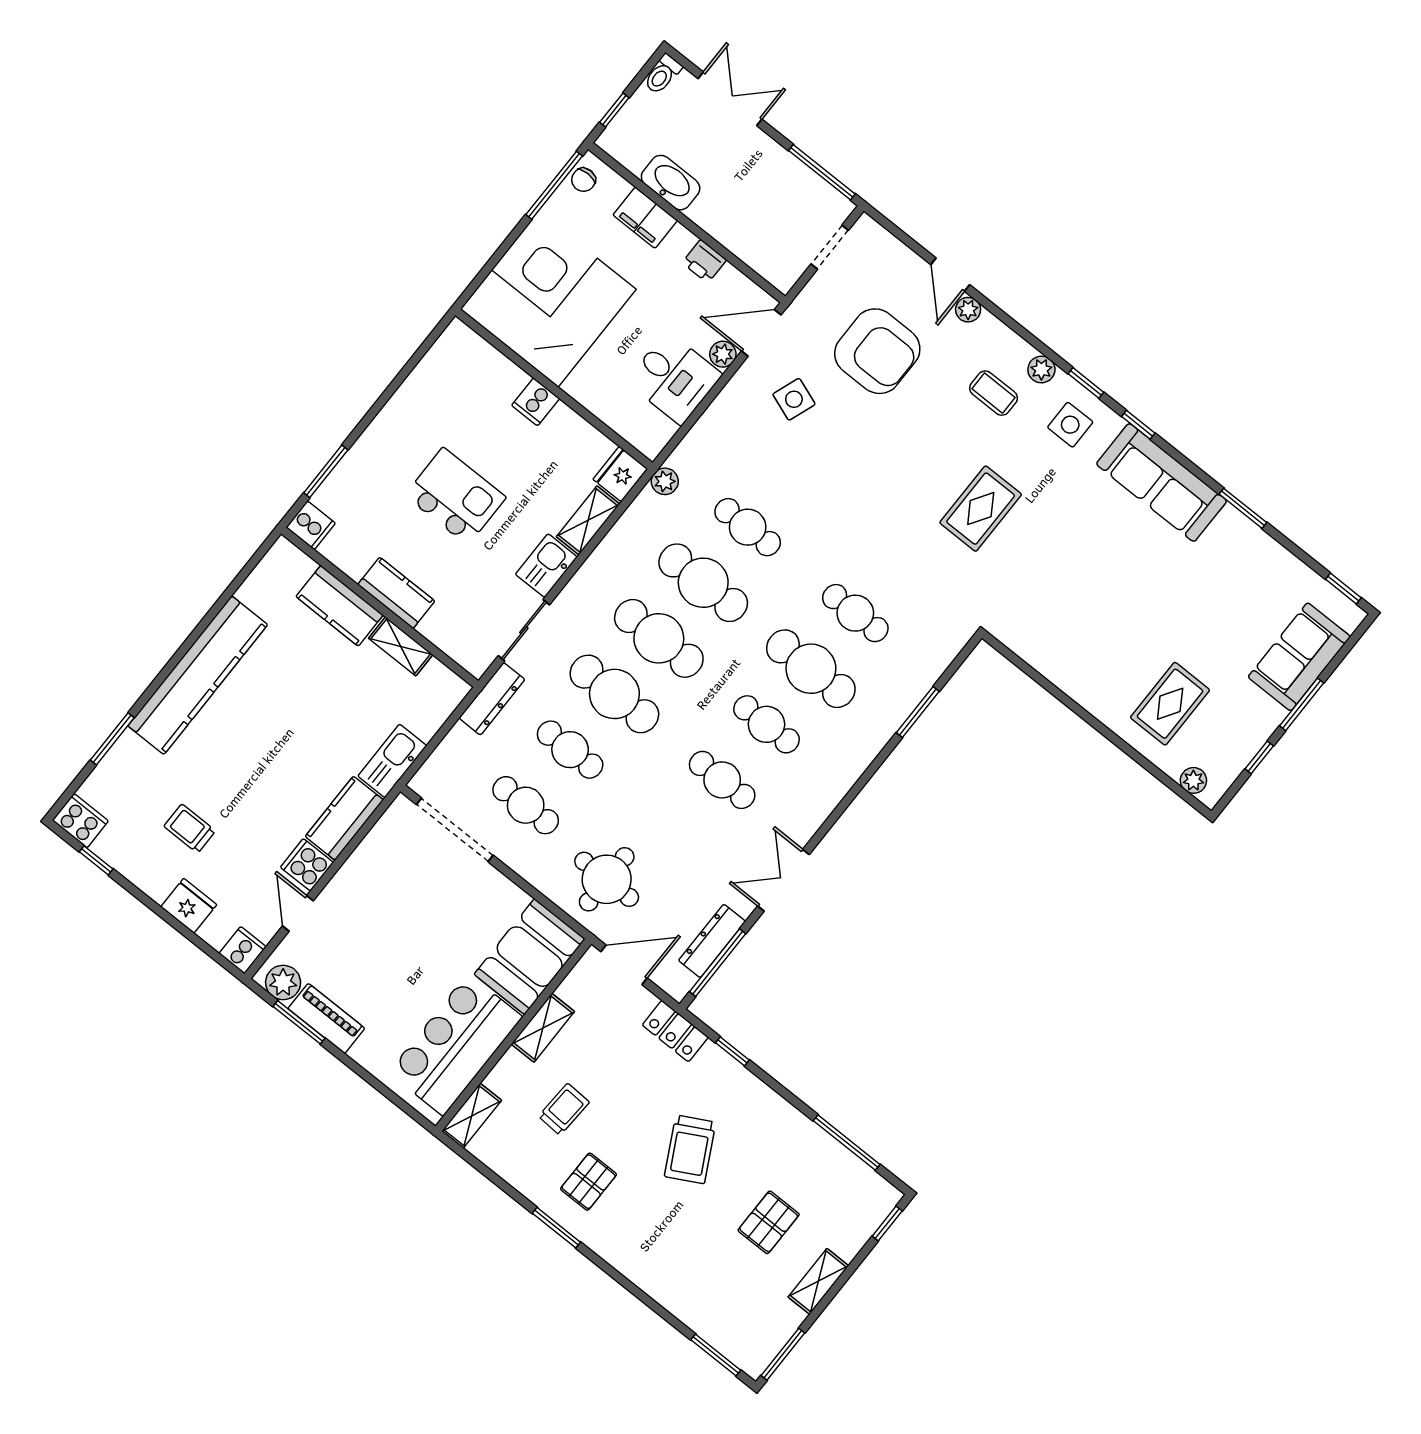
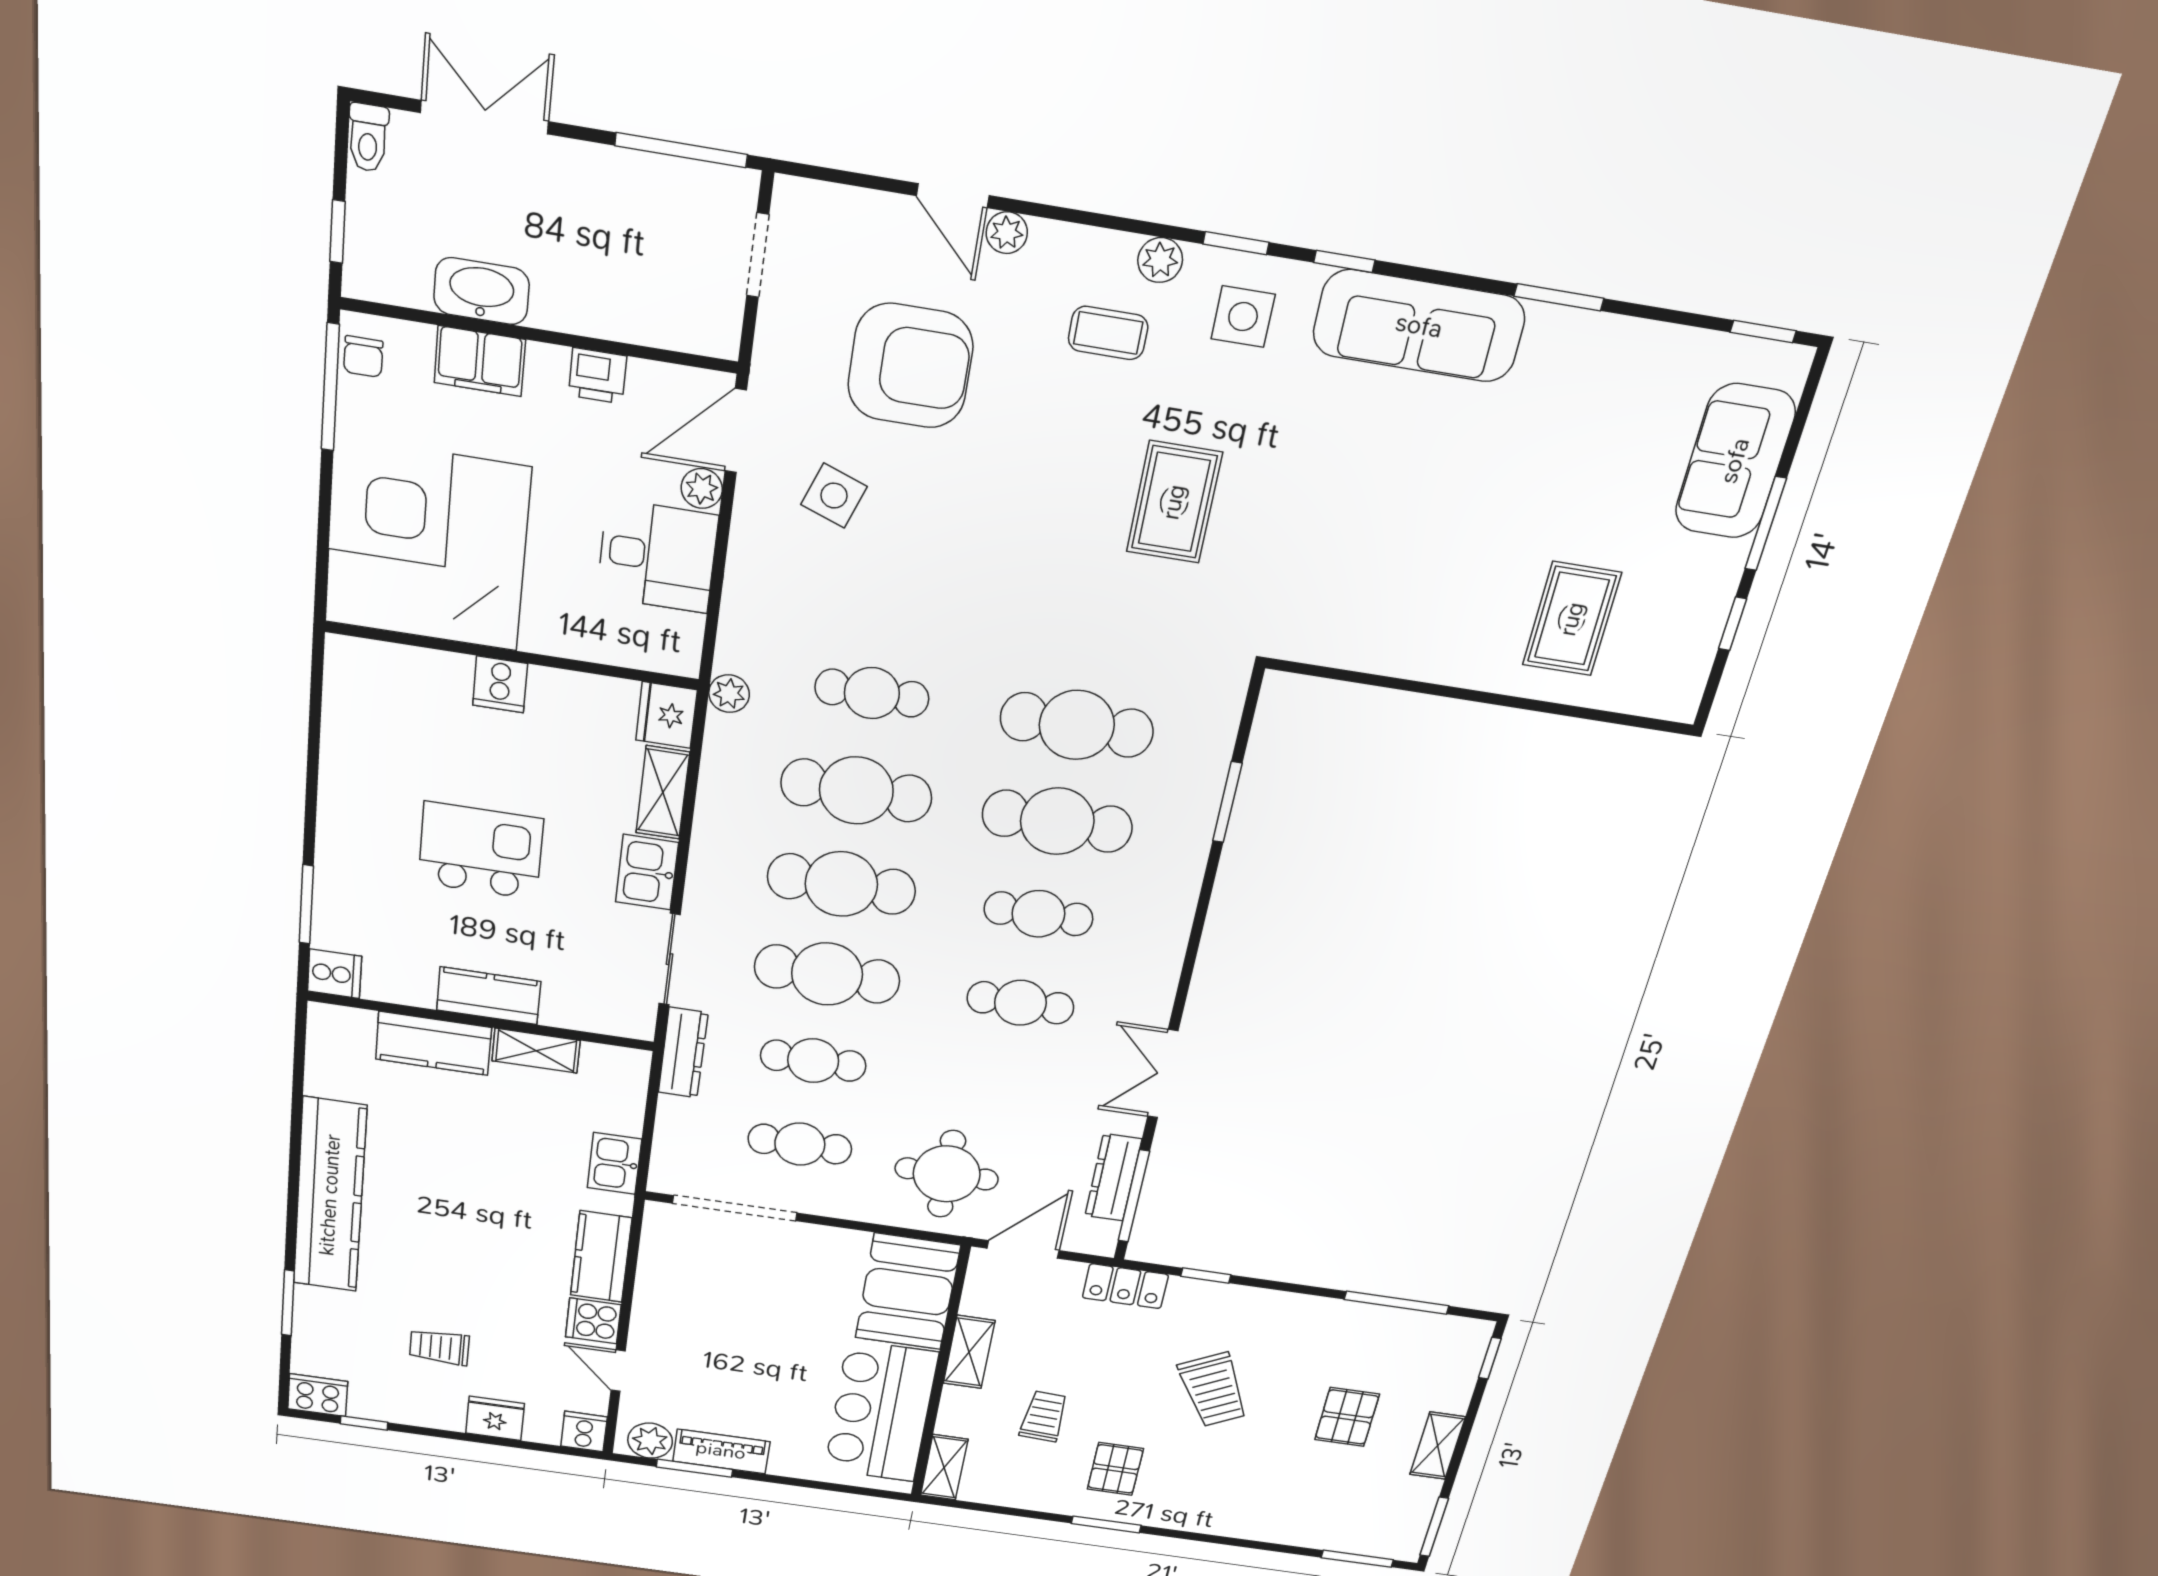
cafe table: (855, 613) -> (1077, 725), width x1.37, depth x1.35
kitchen sink: (392, 761) -> (614, 1163), width x0.73
plant: (1193, 780) -> (1650, 699), removed

